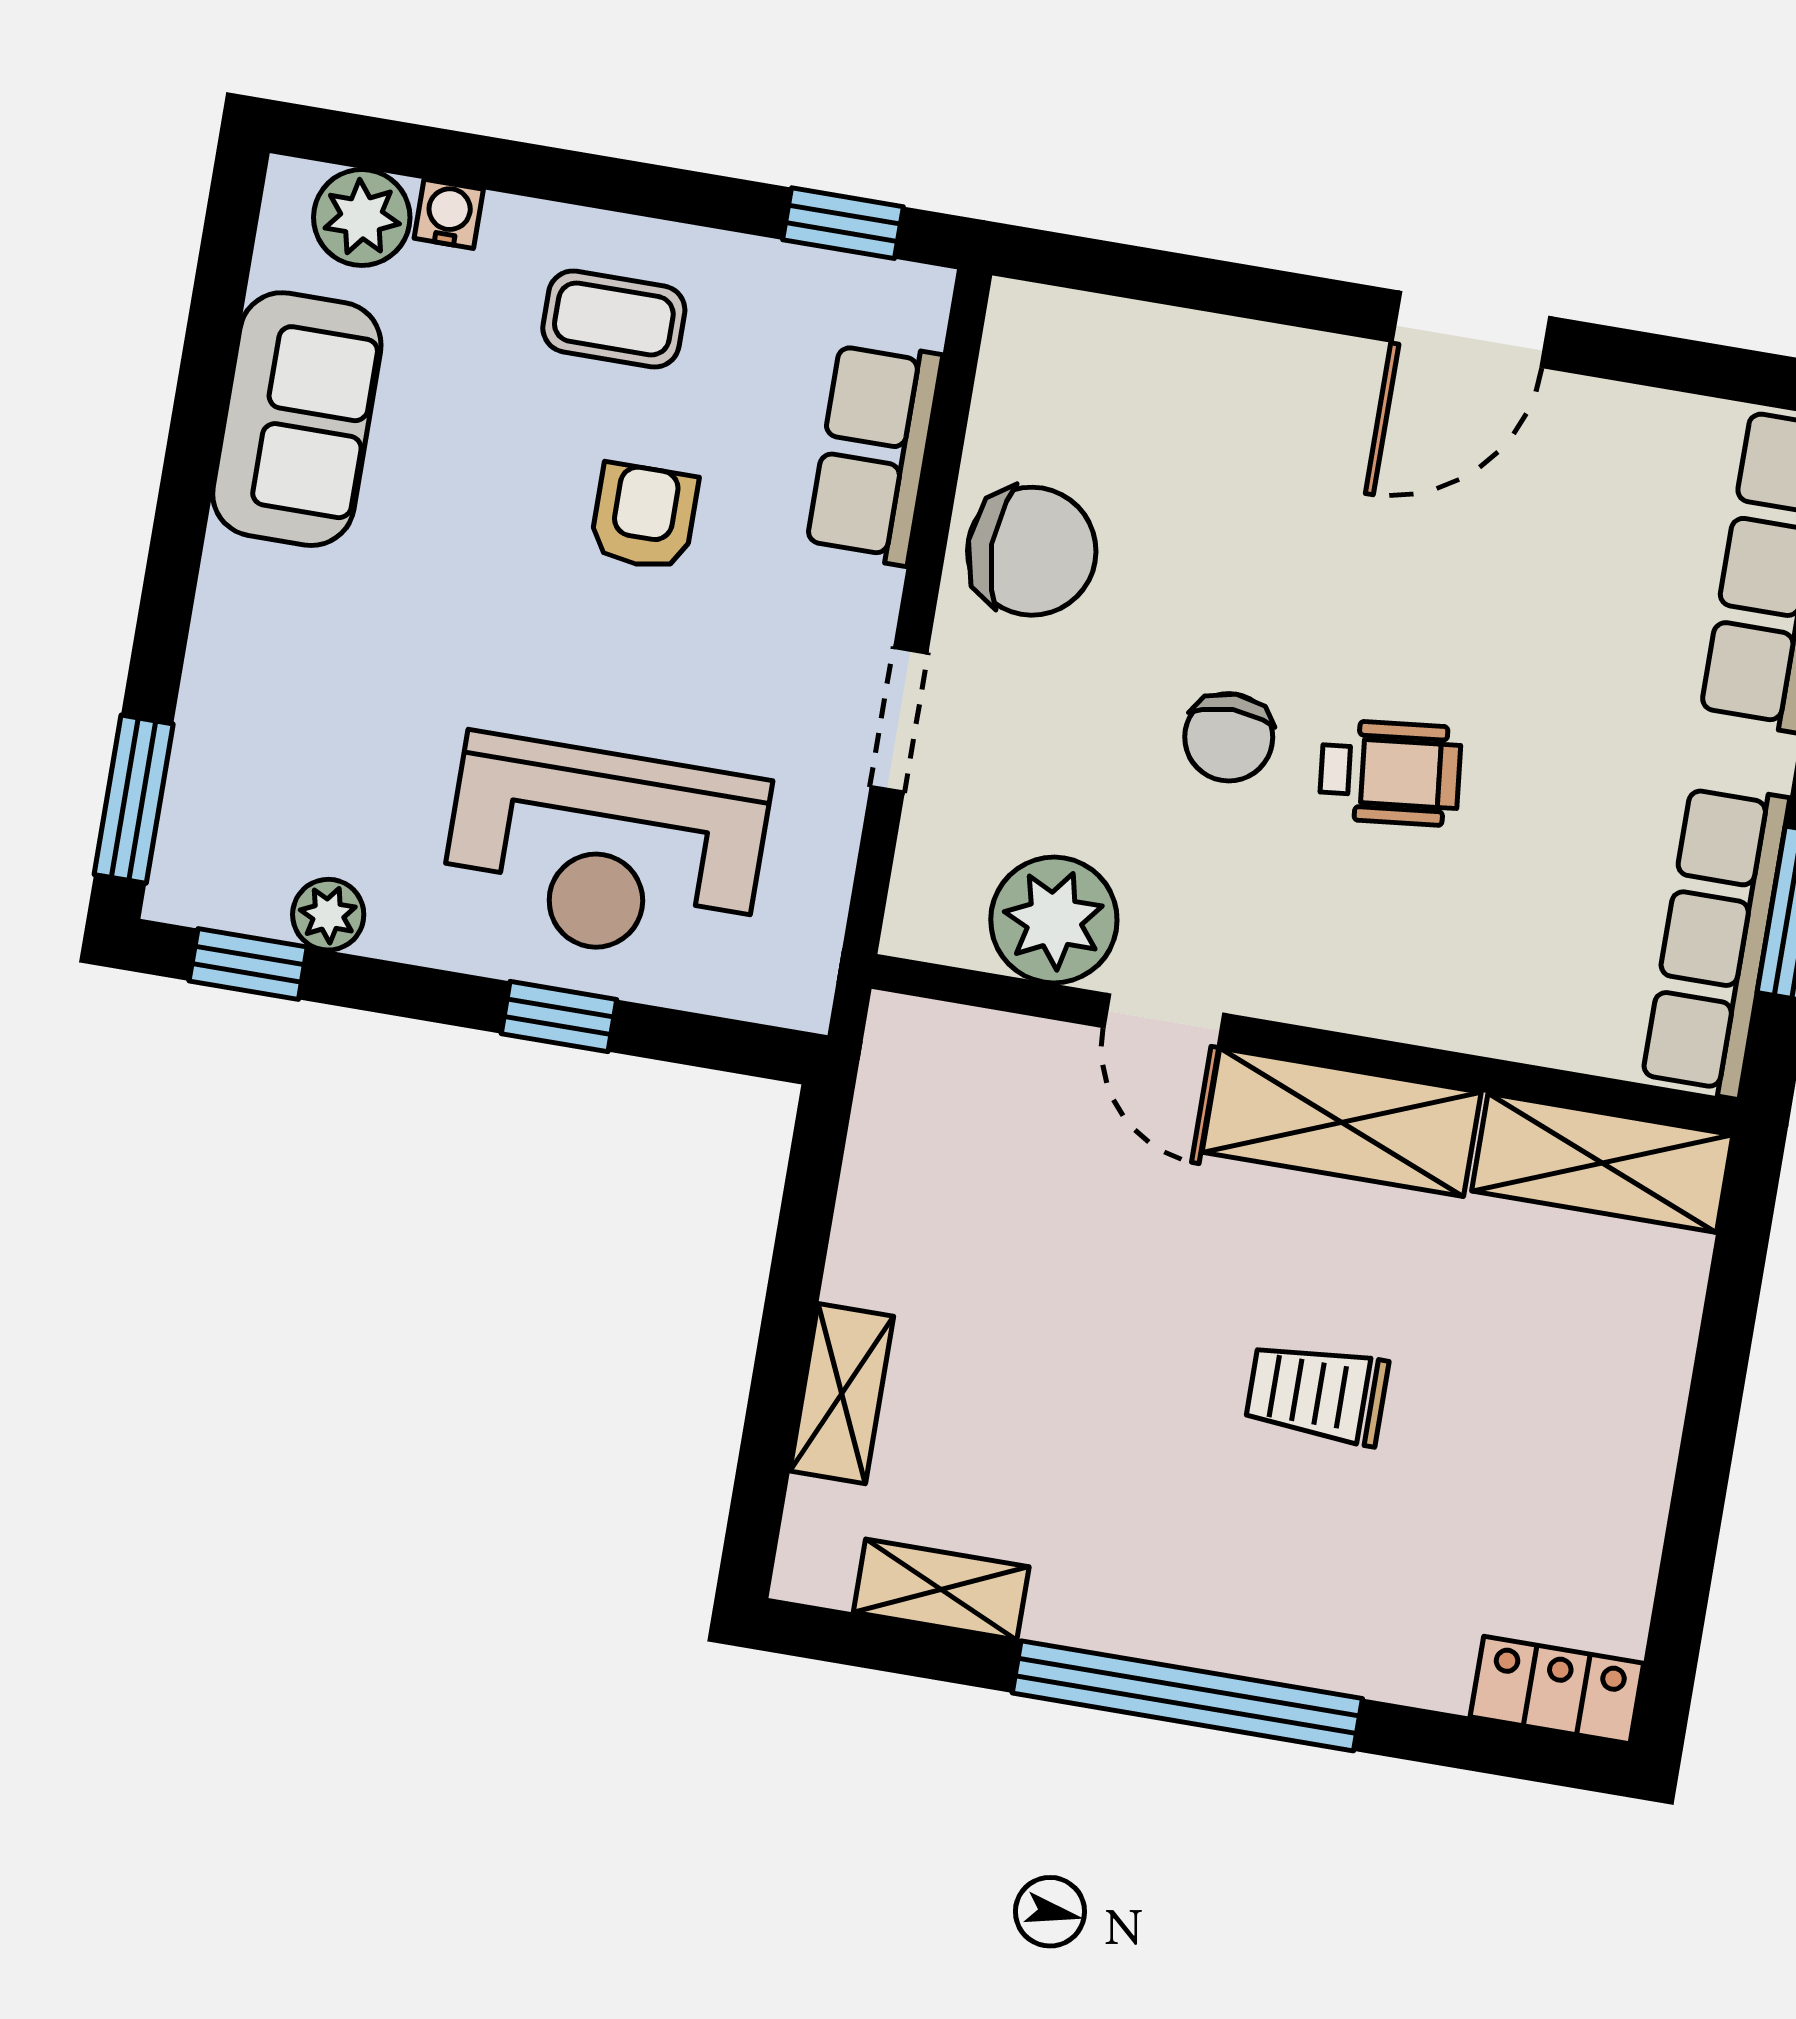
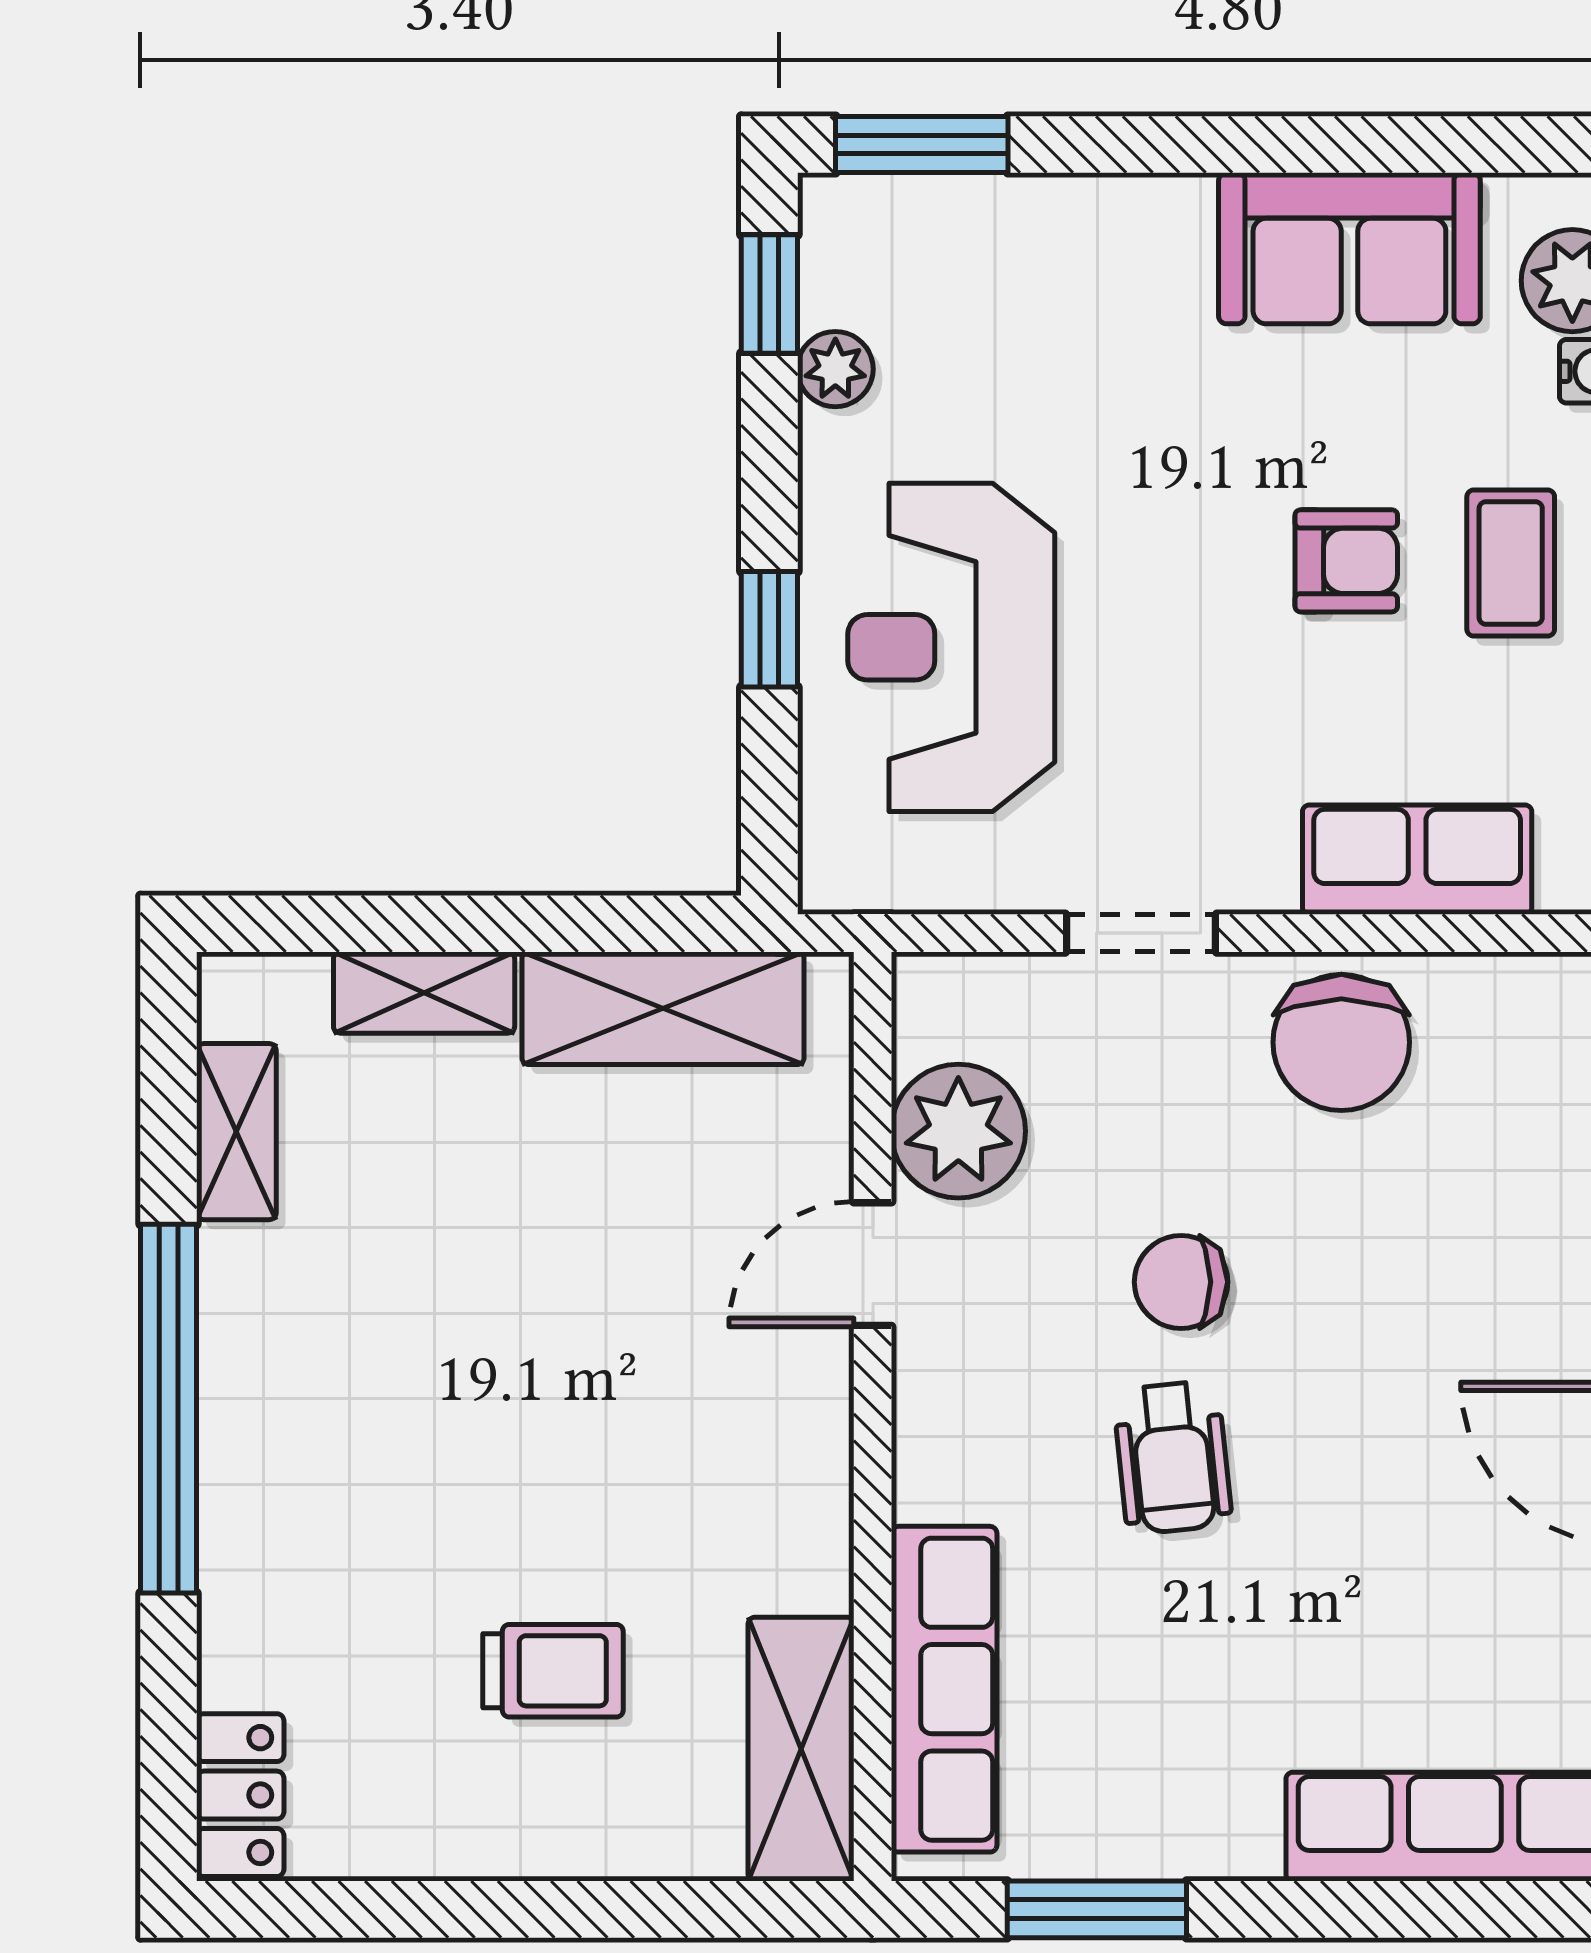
armchair: (644, 517) -> (1346, 561), moved
row of seats: (1715, 940) -> (944, 1689), moved, turned 90
shelving: (1342, 1122) -> (663, 1008), moved, turned 90
trolley: (1317, 1393) -> (553, 1671), moved, turned 90

